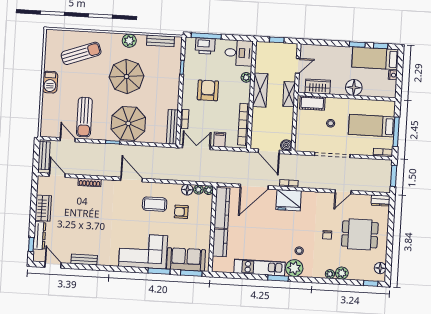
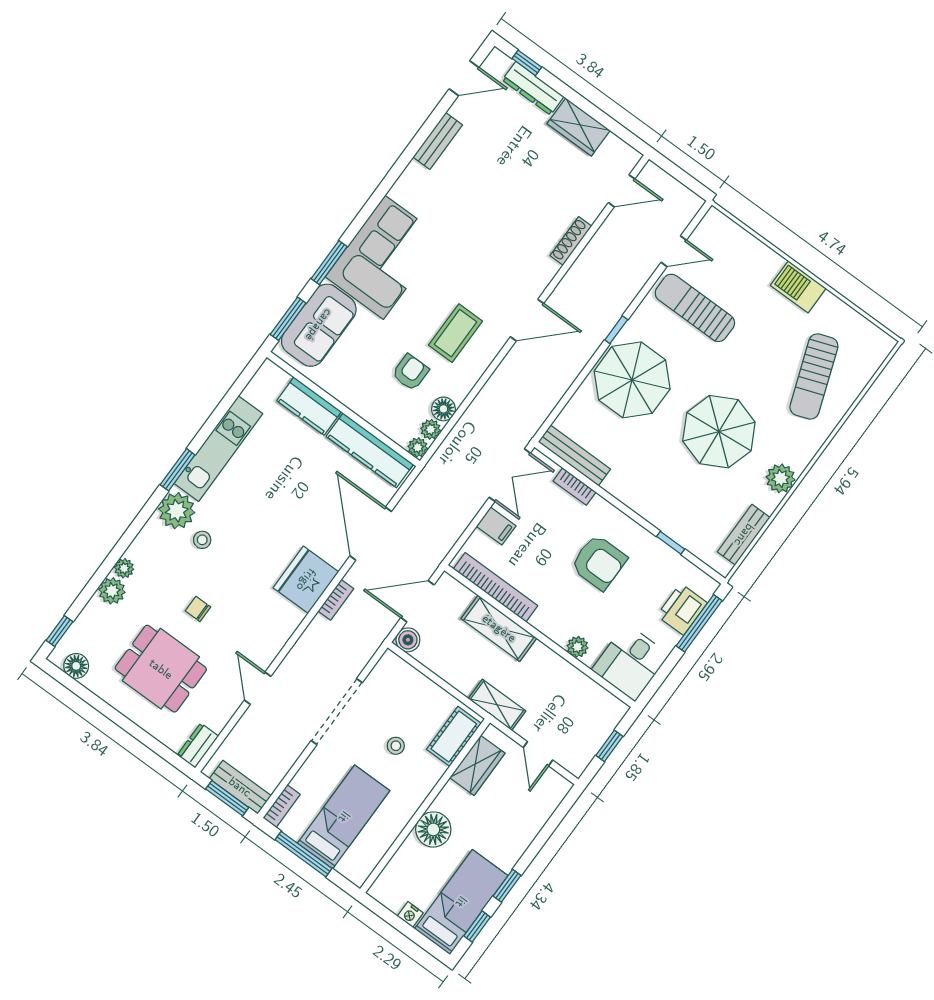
shelving: (260, 90) -> (499, 628), moved
bench: (44, 156) -> (240, 787), moved
dining table: (360, 234) -> (161, 669), turned 90

